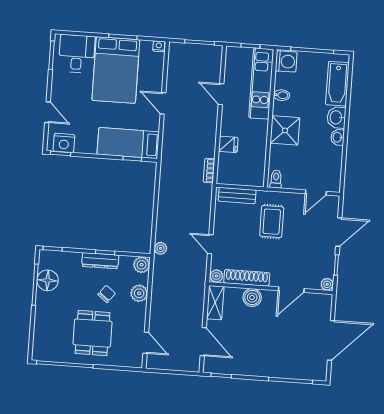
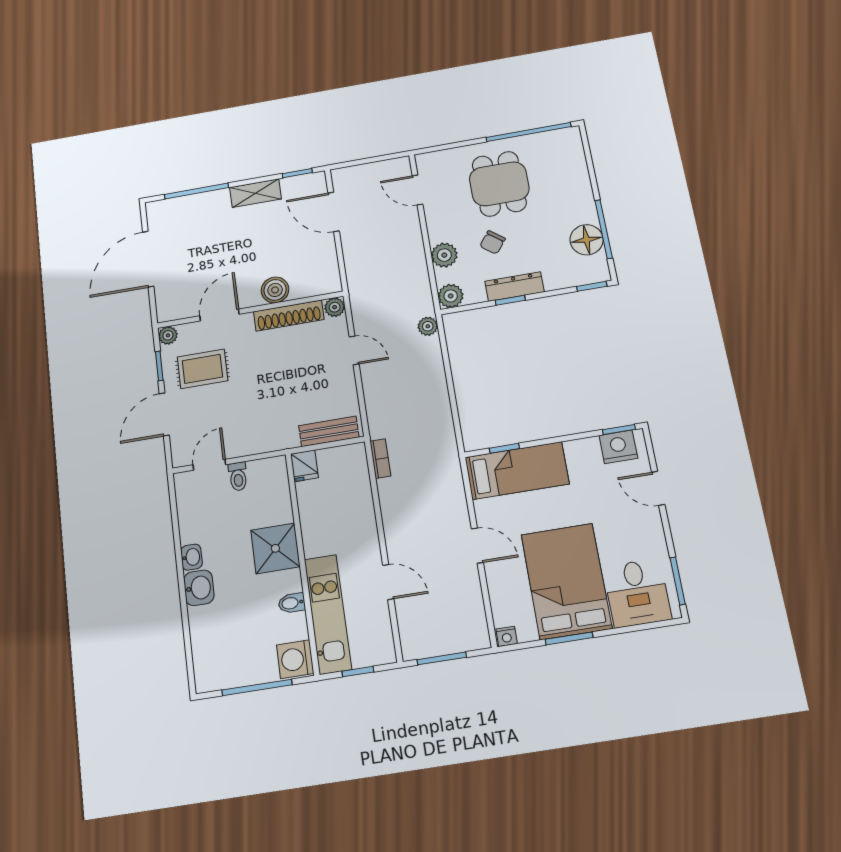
bathtub: (337, 84) -> (207, 642), removed
fridge: (228, 144) -> (304, 466), moved, turned -90
toilet: (276, 179) -> (238, 476), moved
rug: (272, 222) -> (202, 369), moved, turned 90
shelving: (215, 303) -> (256, 193), moved, turned 90

